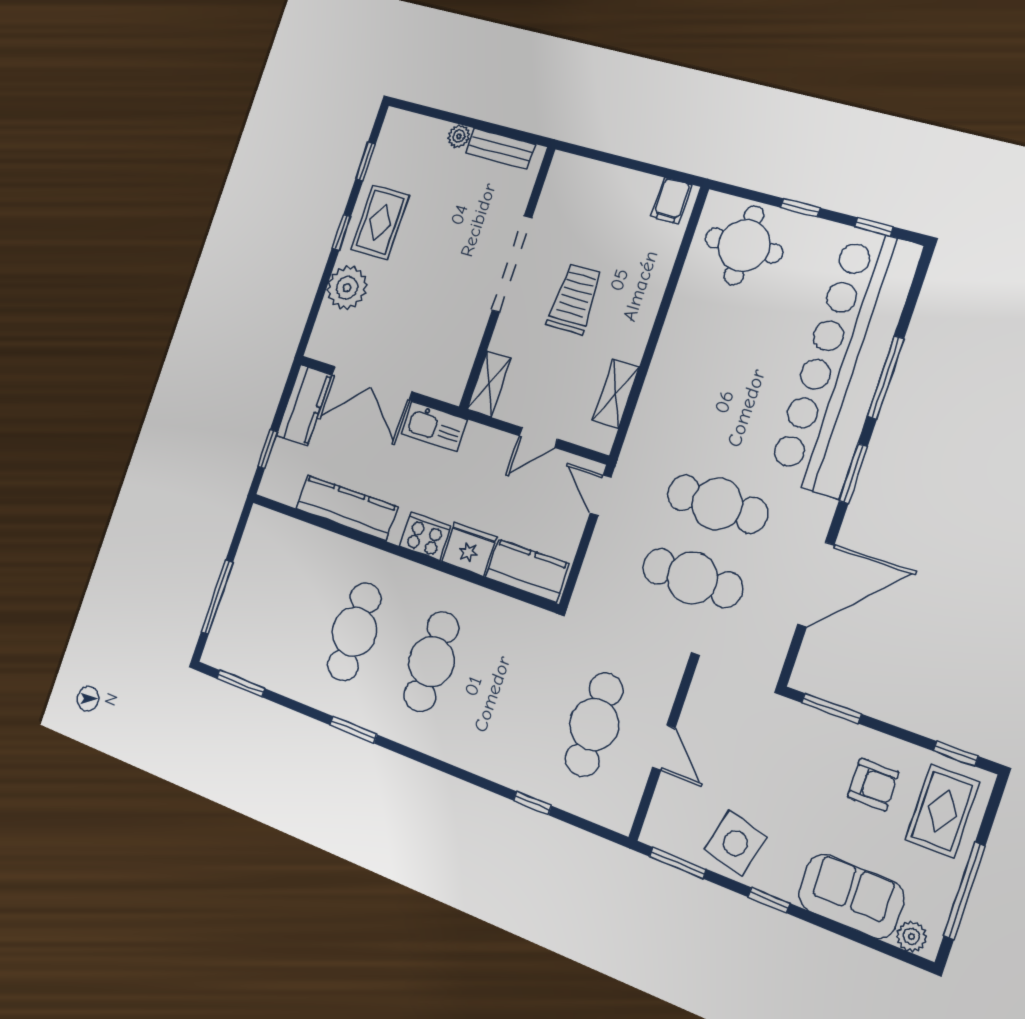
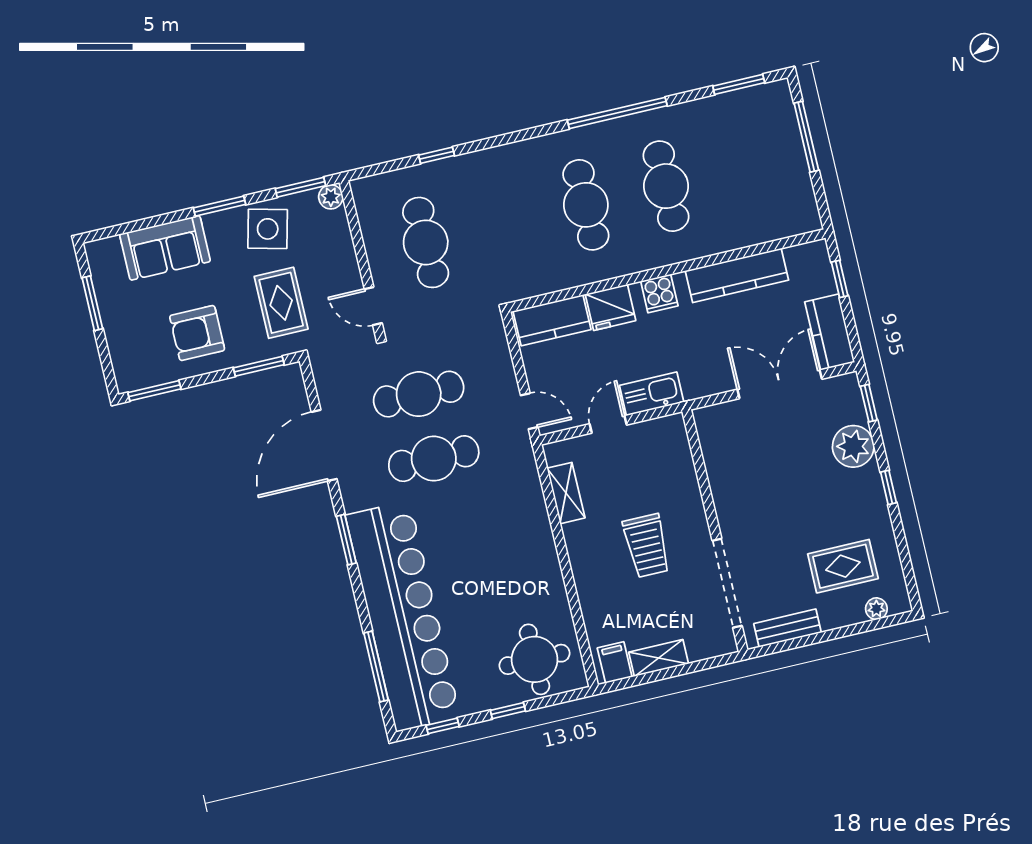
plant: (459, 136) -> (876, 609), moved
window: (365, 162) -> (869, 403), moved
rug: (380, 222) -> (843, 566), moved, turned 90
doorway: (512, 264) -> (727, 583), moved
window: (886, 378) -> (376, 667), moved
shelving: (489, 384) -> (659, 658), moved, turned 90
kitchen sink: (434, 427) -> (652, 394), moved
cooker: (425, 536) -> (659, 293), width x0.73
window: (353, 730) -> (617, 113), width x2.11
door: (664, 748) -> (373, 306), moved
window: (956, 754) -> (154, 391), width x1.50
armchair: (873, 785) -> (197, 333), width x1.38, depth x1.38
rug: (942, 811) -> (281, 303), moved
window: (964, 891) -> (92, 303), width x0.69
window: (769, 900) -> (220, 206), width x1.50
plant: (911, 936) -> (331, 197), moved

